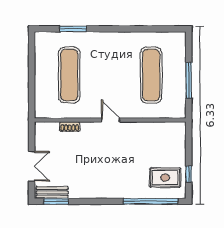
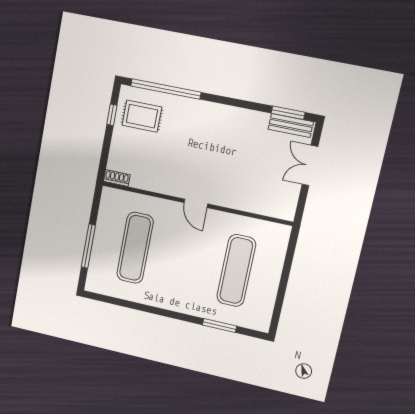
window: (189, 80) -> (88, 246), moved
shoe rack: (70, 127) -> (117, 178), moved

